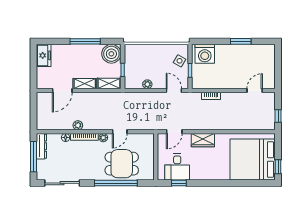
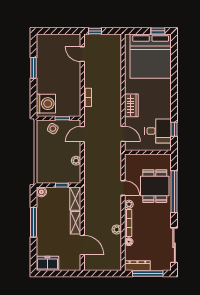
boiler: (111, 54) -> (41, 192), width x0.54, depth x0.54
window: (278, 116) -> (95, 31), moved

